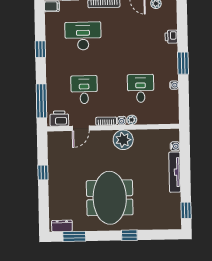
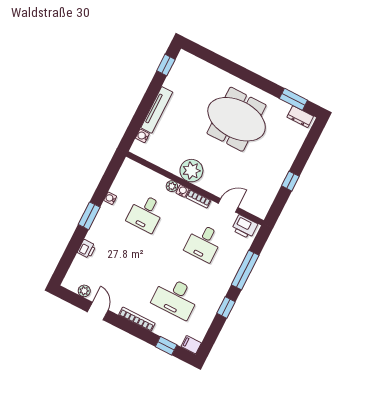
window: (41, 101) -> (245, 270), moved
meeting table: (110, 198) -> (237, 119), turned 90
window: (129, 235) -> (237, 71), removed

